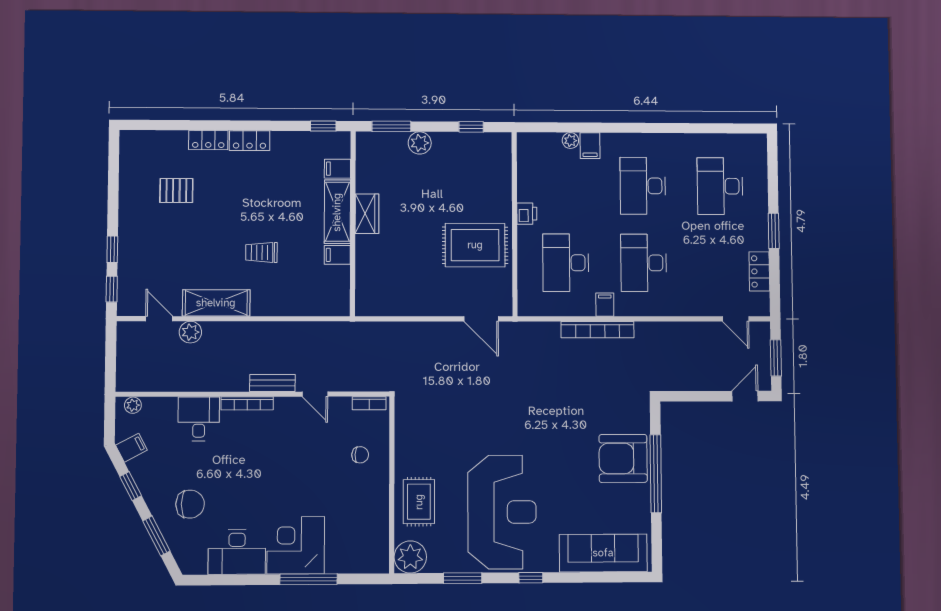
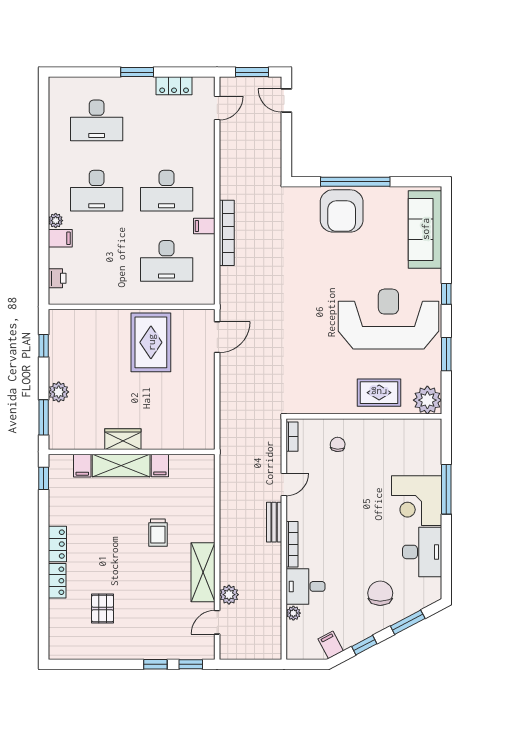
plant: (570, 141) -> (56, 221), moved
printer: (527, 214) -> (57, 278), moved, turned 90
plant: (133, 405) -> (293, 613), moved

